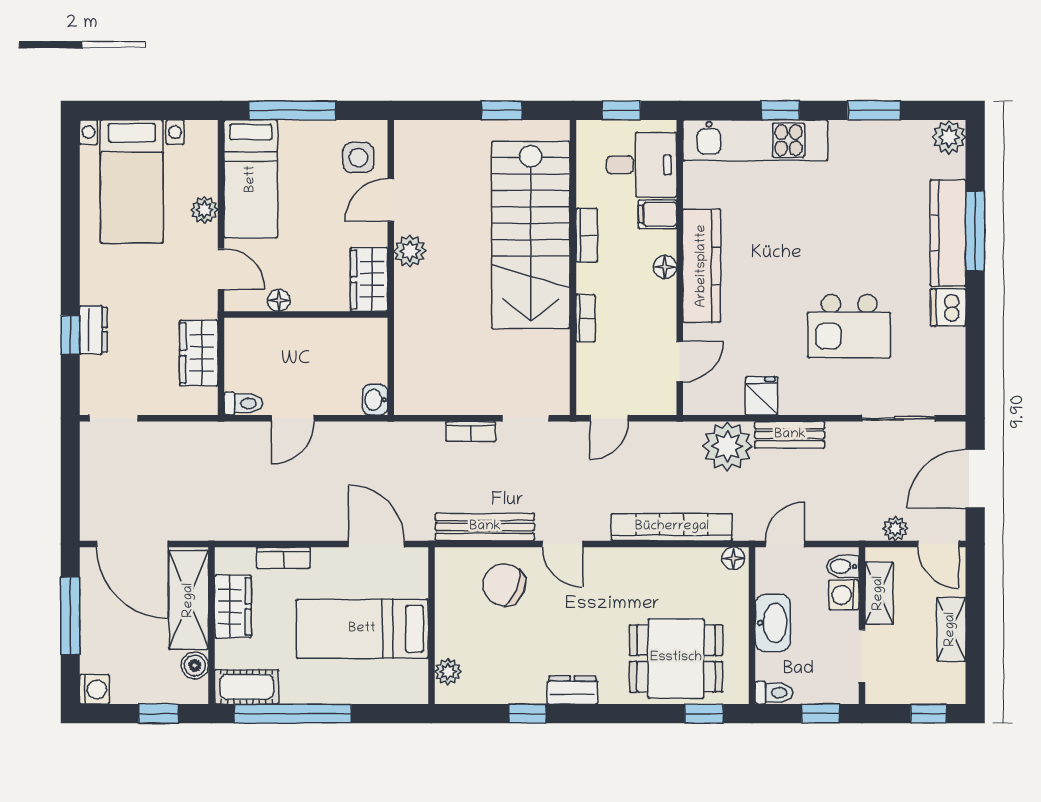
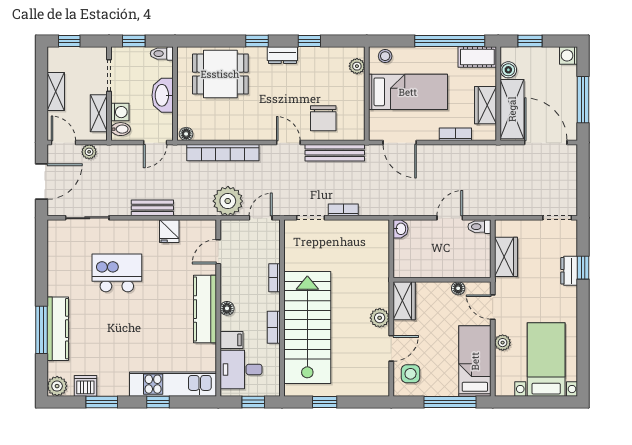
dishwasher: (948, 307) -> (85, 386), moved, turned -90
plant: (727, 446) -> (228, 201), moved
chair: (504, 585) -> (323, 118), turned 68
stool: (401, 688) -> (385, 56), added
window: (704, 714) -> (257, 41), moved

